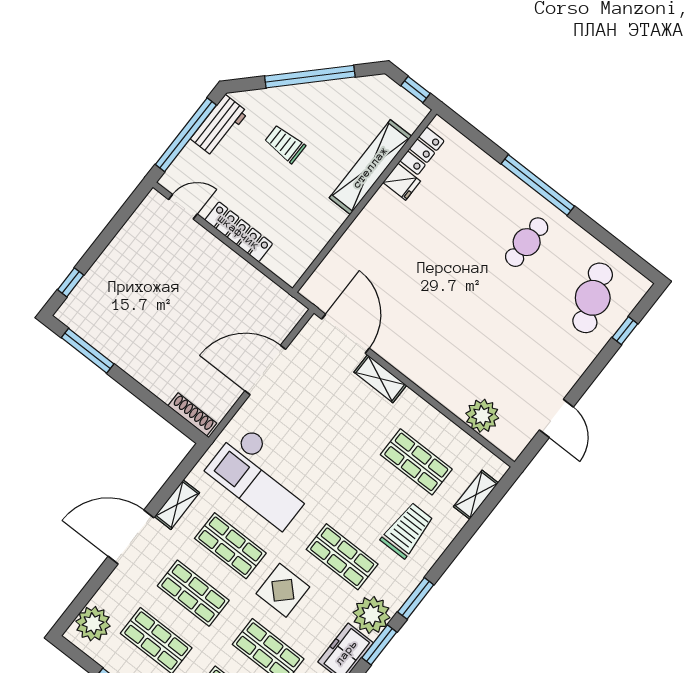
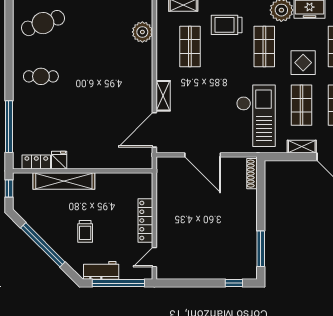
window: (538, 185) -> (9, 127), moved
door: (183, 207) -> (154, 257), hinge flipped

